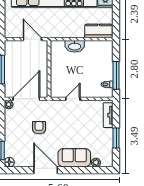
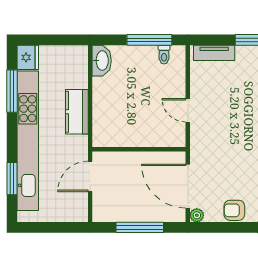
kitchen counter: (99, 31) -> (77, 112), moved
washbasin: (75, 46) -> (102, 61), moved
armchair: (39, 128) -> (234, 210), moved

